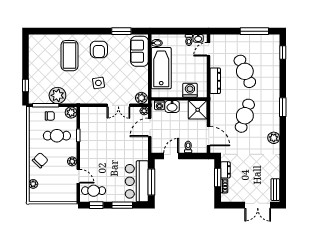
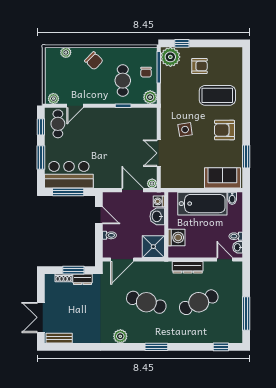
armchair: (45, 71) -> (199, 66), added
plant: (57, 95) -> (170, 57), moved
plant: (141, 98) -> (167, 180), removed
plant: (72, 161) -> (53, 99), moved

